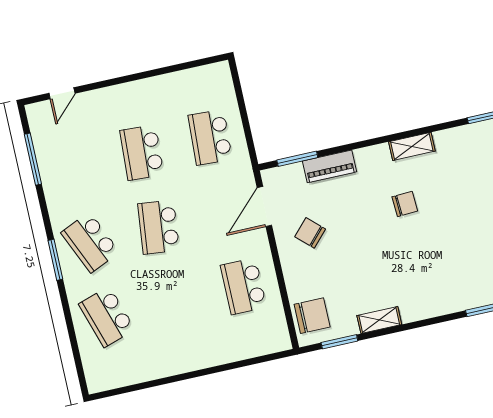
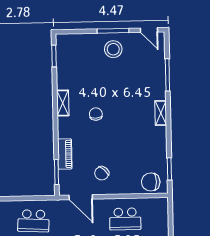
chair: (312, 316) -> (151, 182), turned -90
shelving: (379, 320) -> (161, 113), moved

